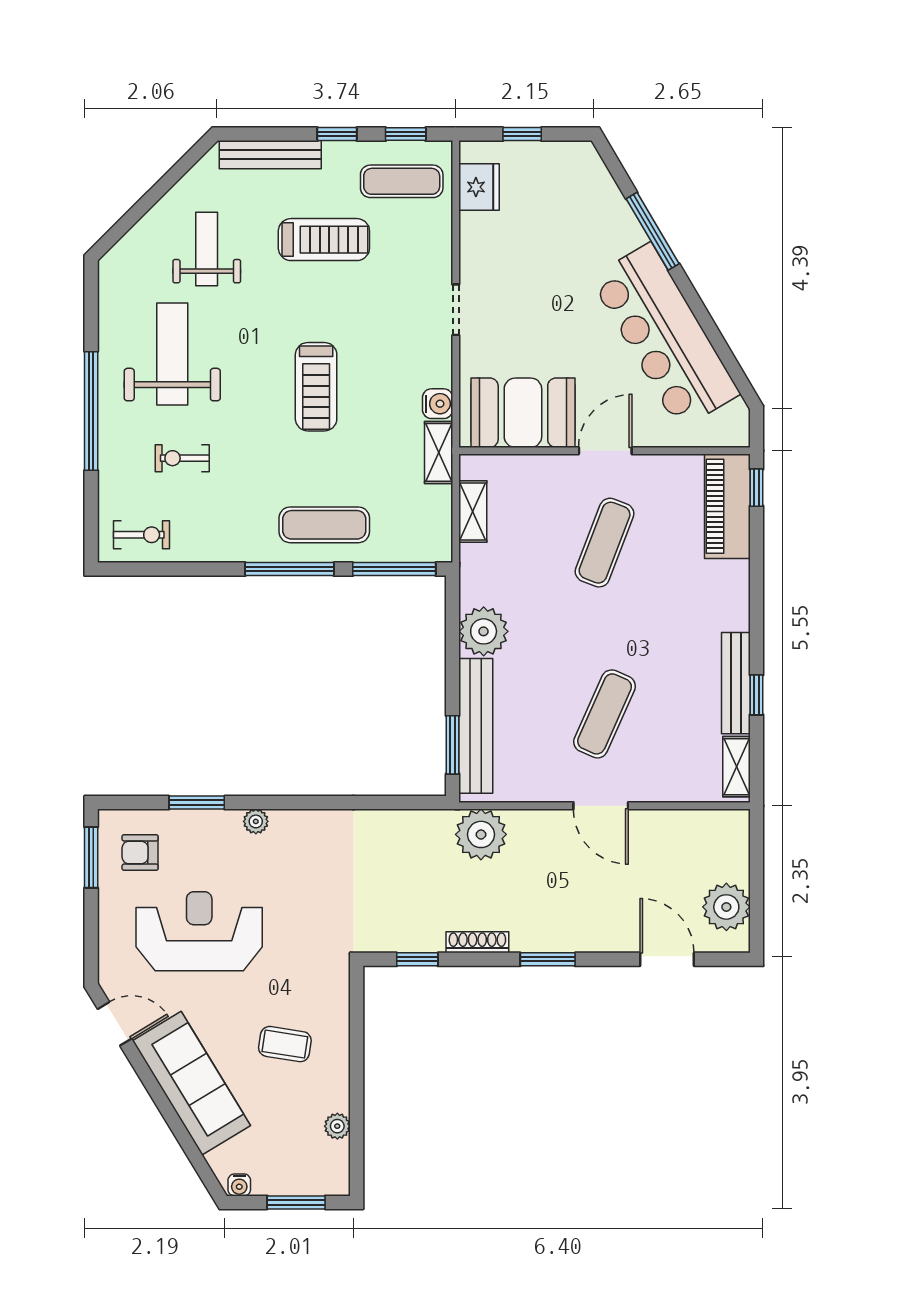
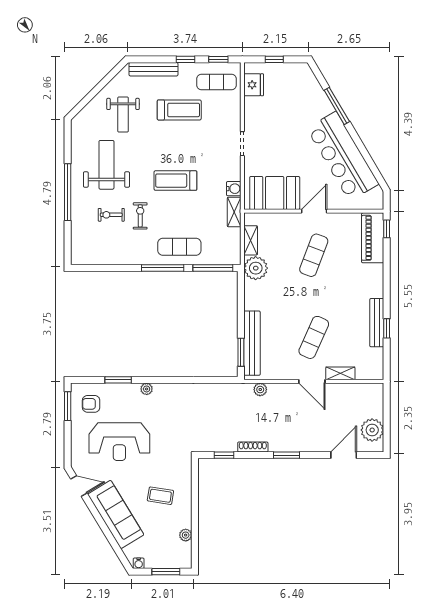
weight bench: (207, 249) -> (123, 115), turned 180
treadmill: (316, 387) -> (175, 181), turned 90
exercise bike: (142, 535) -> (140, 216), moved, turned -90
plant: (484, 631) -> (256, 268), moved
shelving: (736, 767) -> (340, 373), moved, turned 90
plant: (481, 834) -> (260, 390), width x0.53, depth x0.53
reception desk: (199, 931) -> (119, 442), turned 180
door: (667, 959) -> (344, 455), hinge flipped

